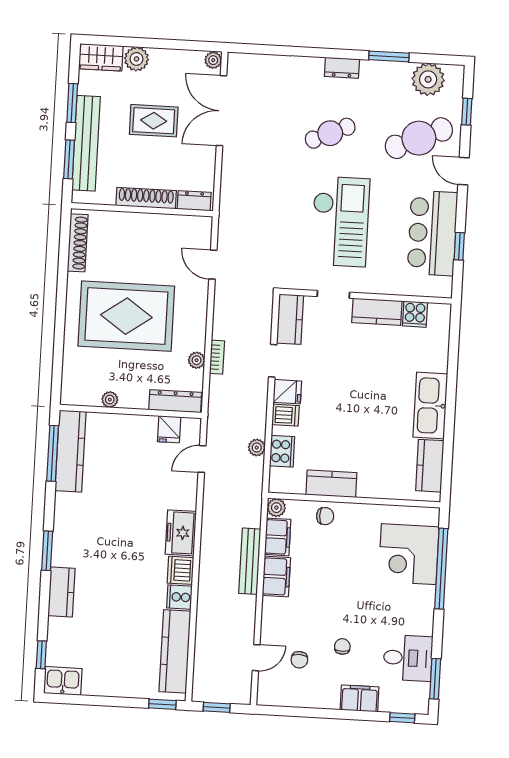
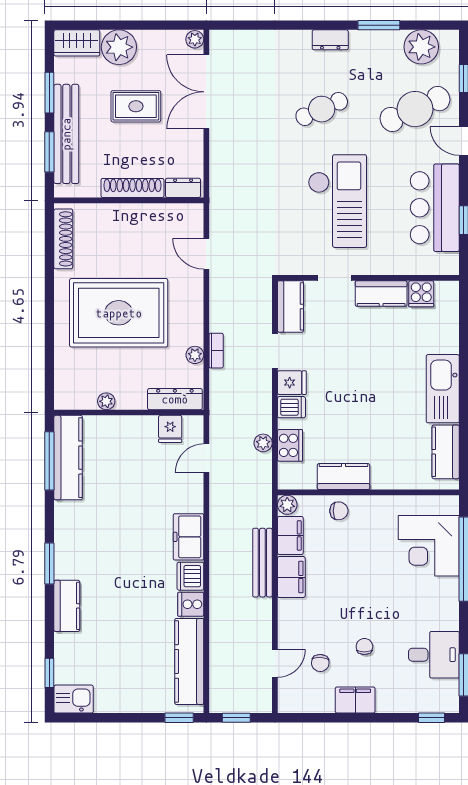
plant: (136, 59) -> (119, 47), width x1.36, depth x1.36
filing cabinet: (359, 698) -> (355, 700), moved

